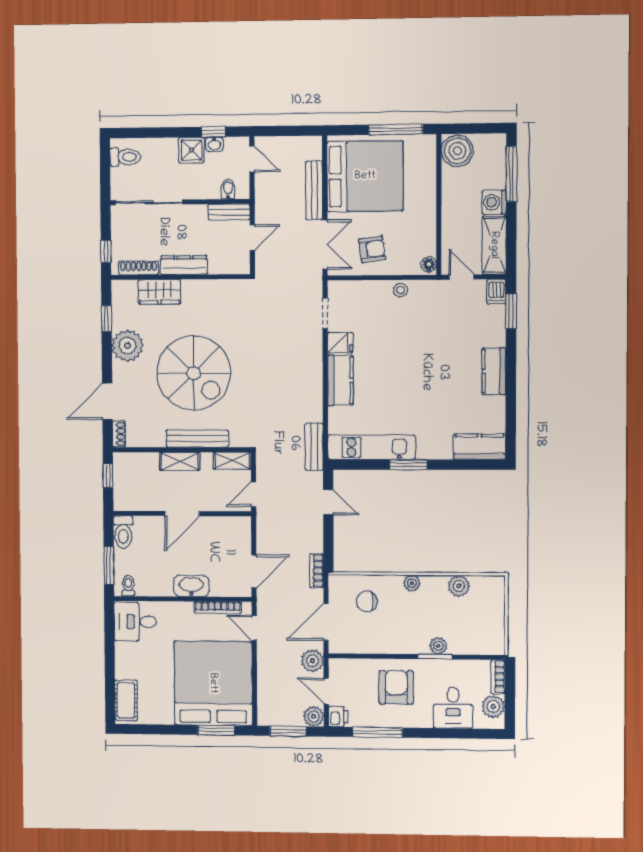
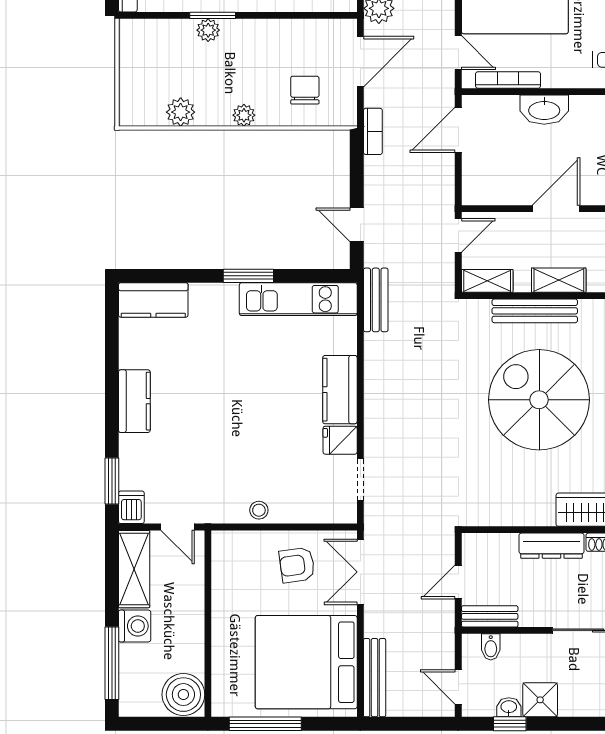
bench: (314, 190) -> (375, 678), moved
floor lamp: (429, 264) -> (221, 544), removed
chair: (367, 601) -> (305, 90), turned -90

